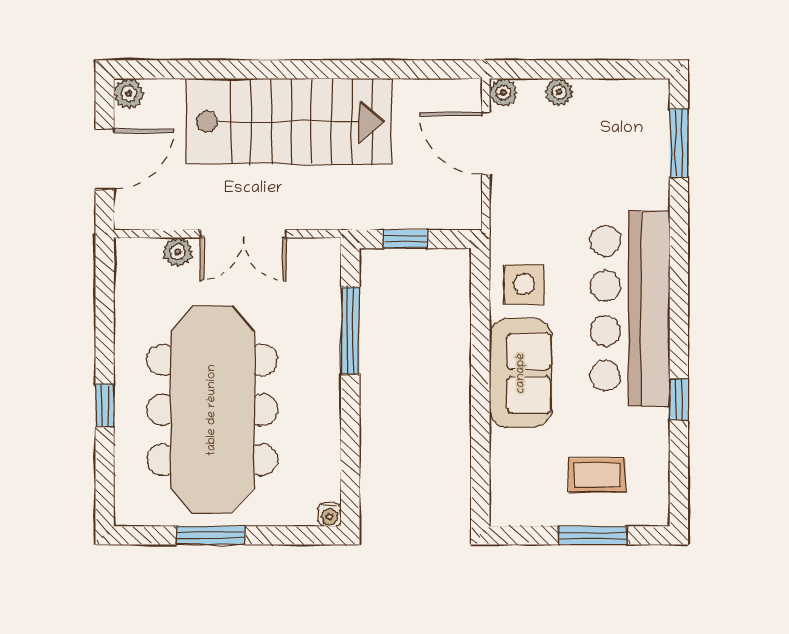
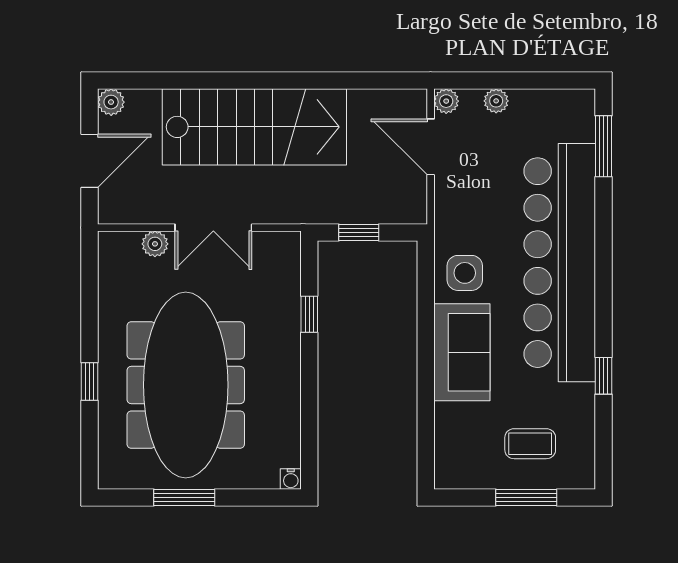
bar counter: (630, 308) -> (560, 263), width x1.36
window: (350, 331) -> (309, 314), width x0.46

